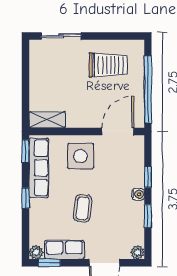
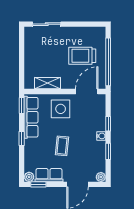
trolley: (108, 65) -> (82, 56), moved, turned 180
shelving: (47, 120) -> (47, 83), moved

